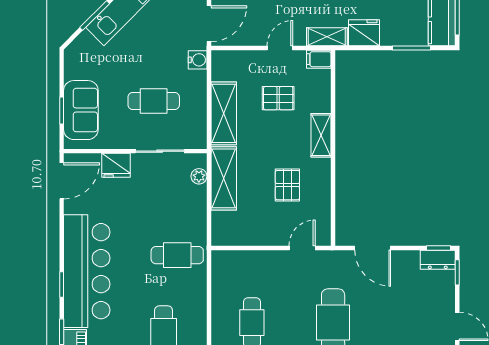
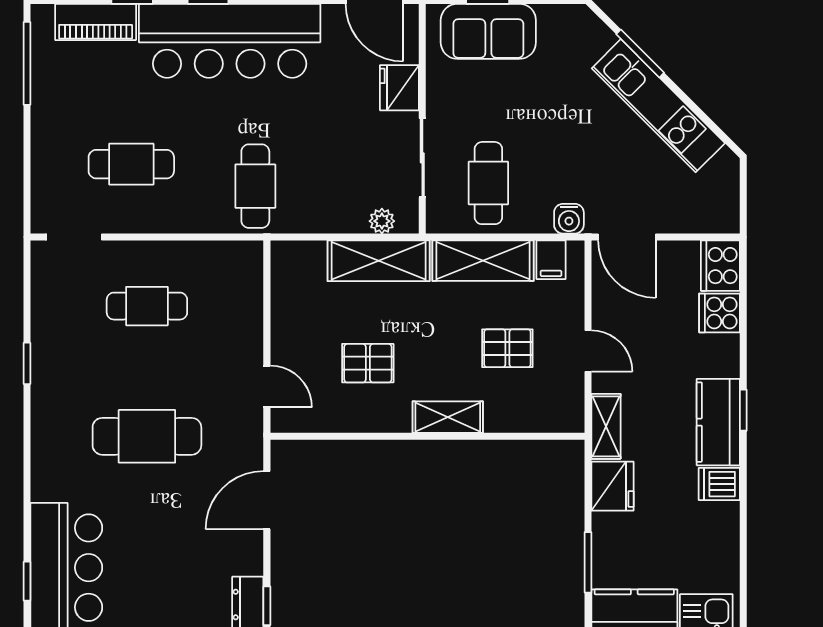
filing cabinet: (319, 59) -> (551, 260), moved, turned 180
pallet: (278, 98) -> (507, 348), turned 90
cafe table: (154, 101) -> (488, 183), moved

